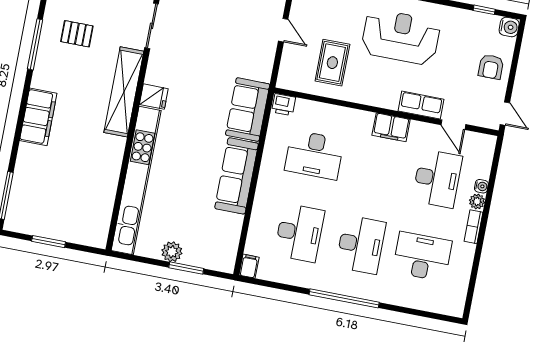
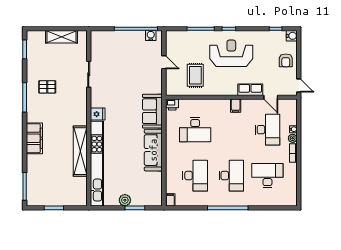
shelving: (124, 92) -> (80, 151), moved
filing cabinet: (391, 127) -> (236, 106), width x0.50

